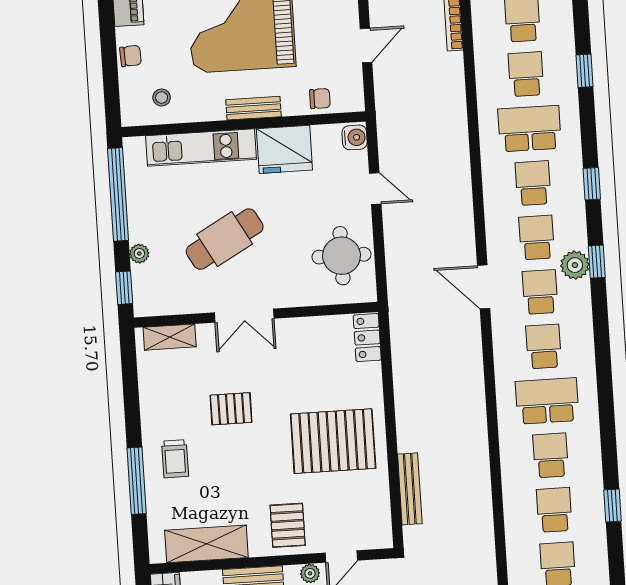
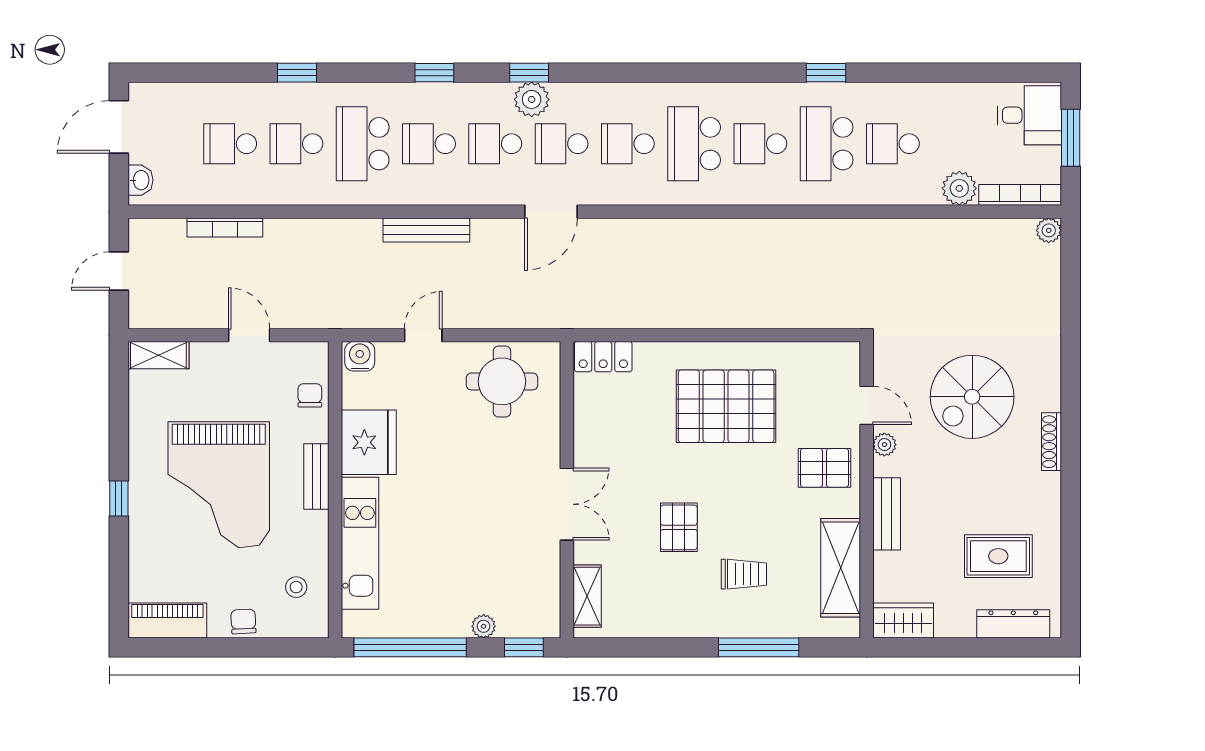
cafe table: (225, 239) -> (473, 522), removed
pallet: (333, 441) -> (726, 406), turned 90
trolley: (175, 459) -> (744, 574), moved
bench: (410, 489) -> (426, 230), moved
school desk: (554, 510) -> (827, 144), width x1.85

